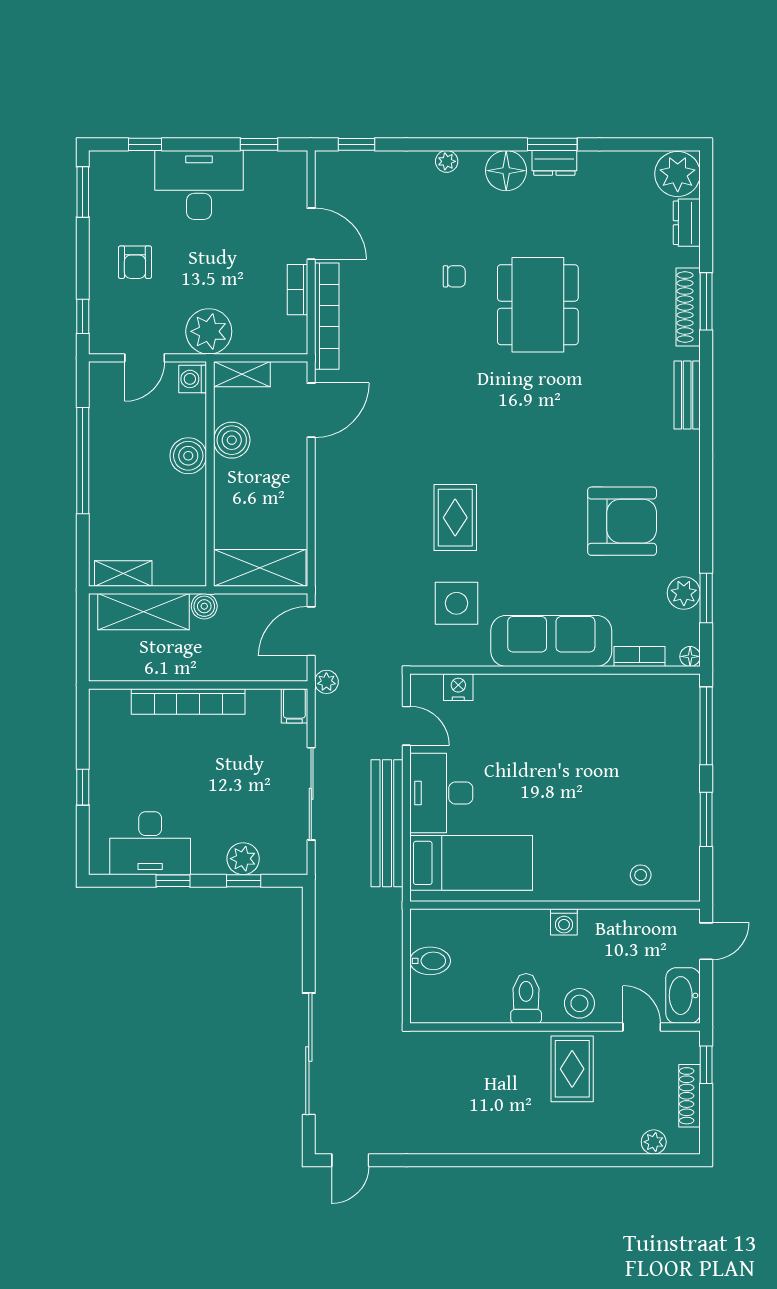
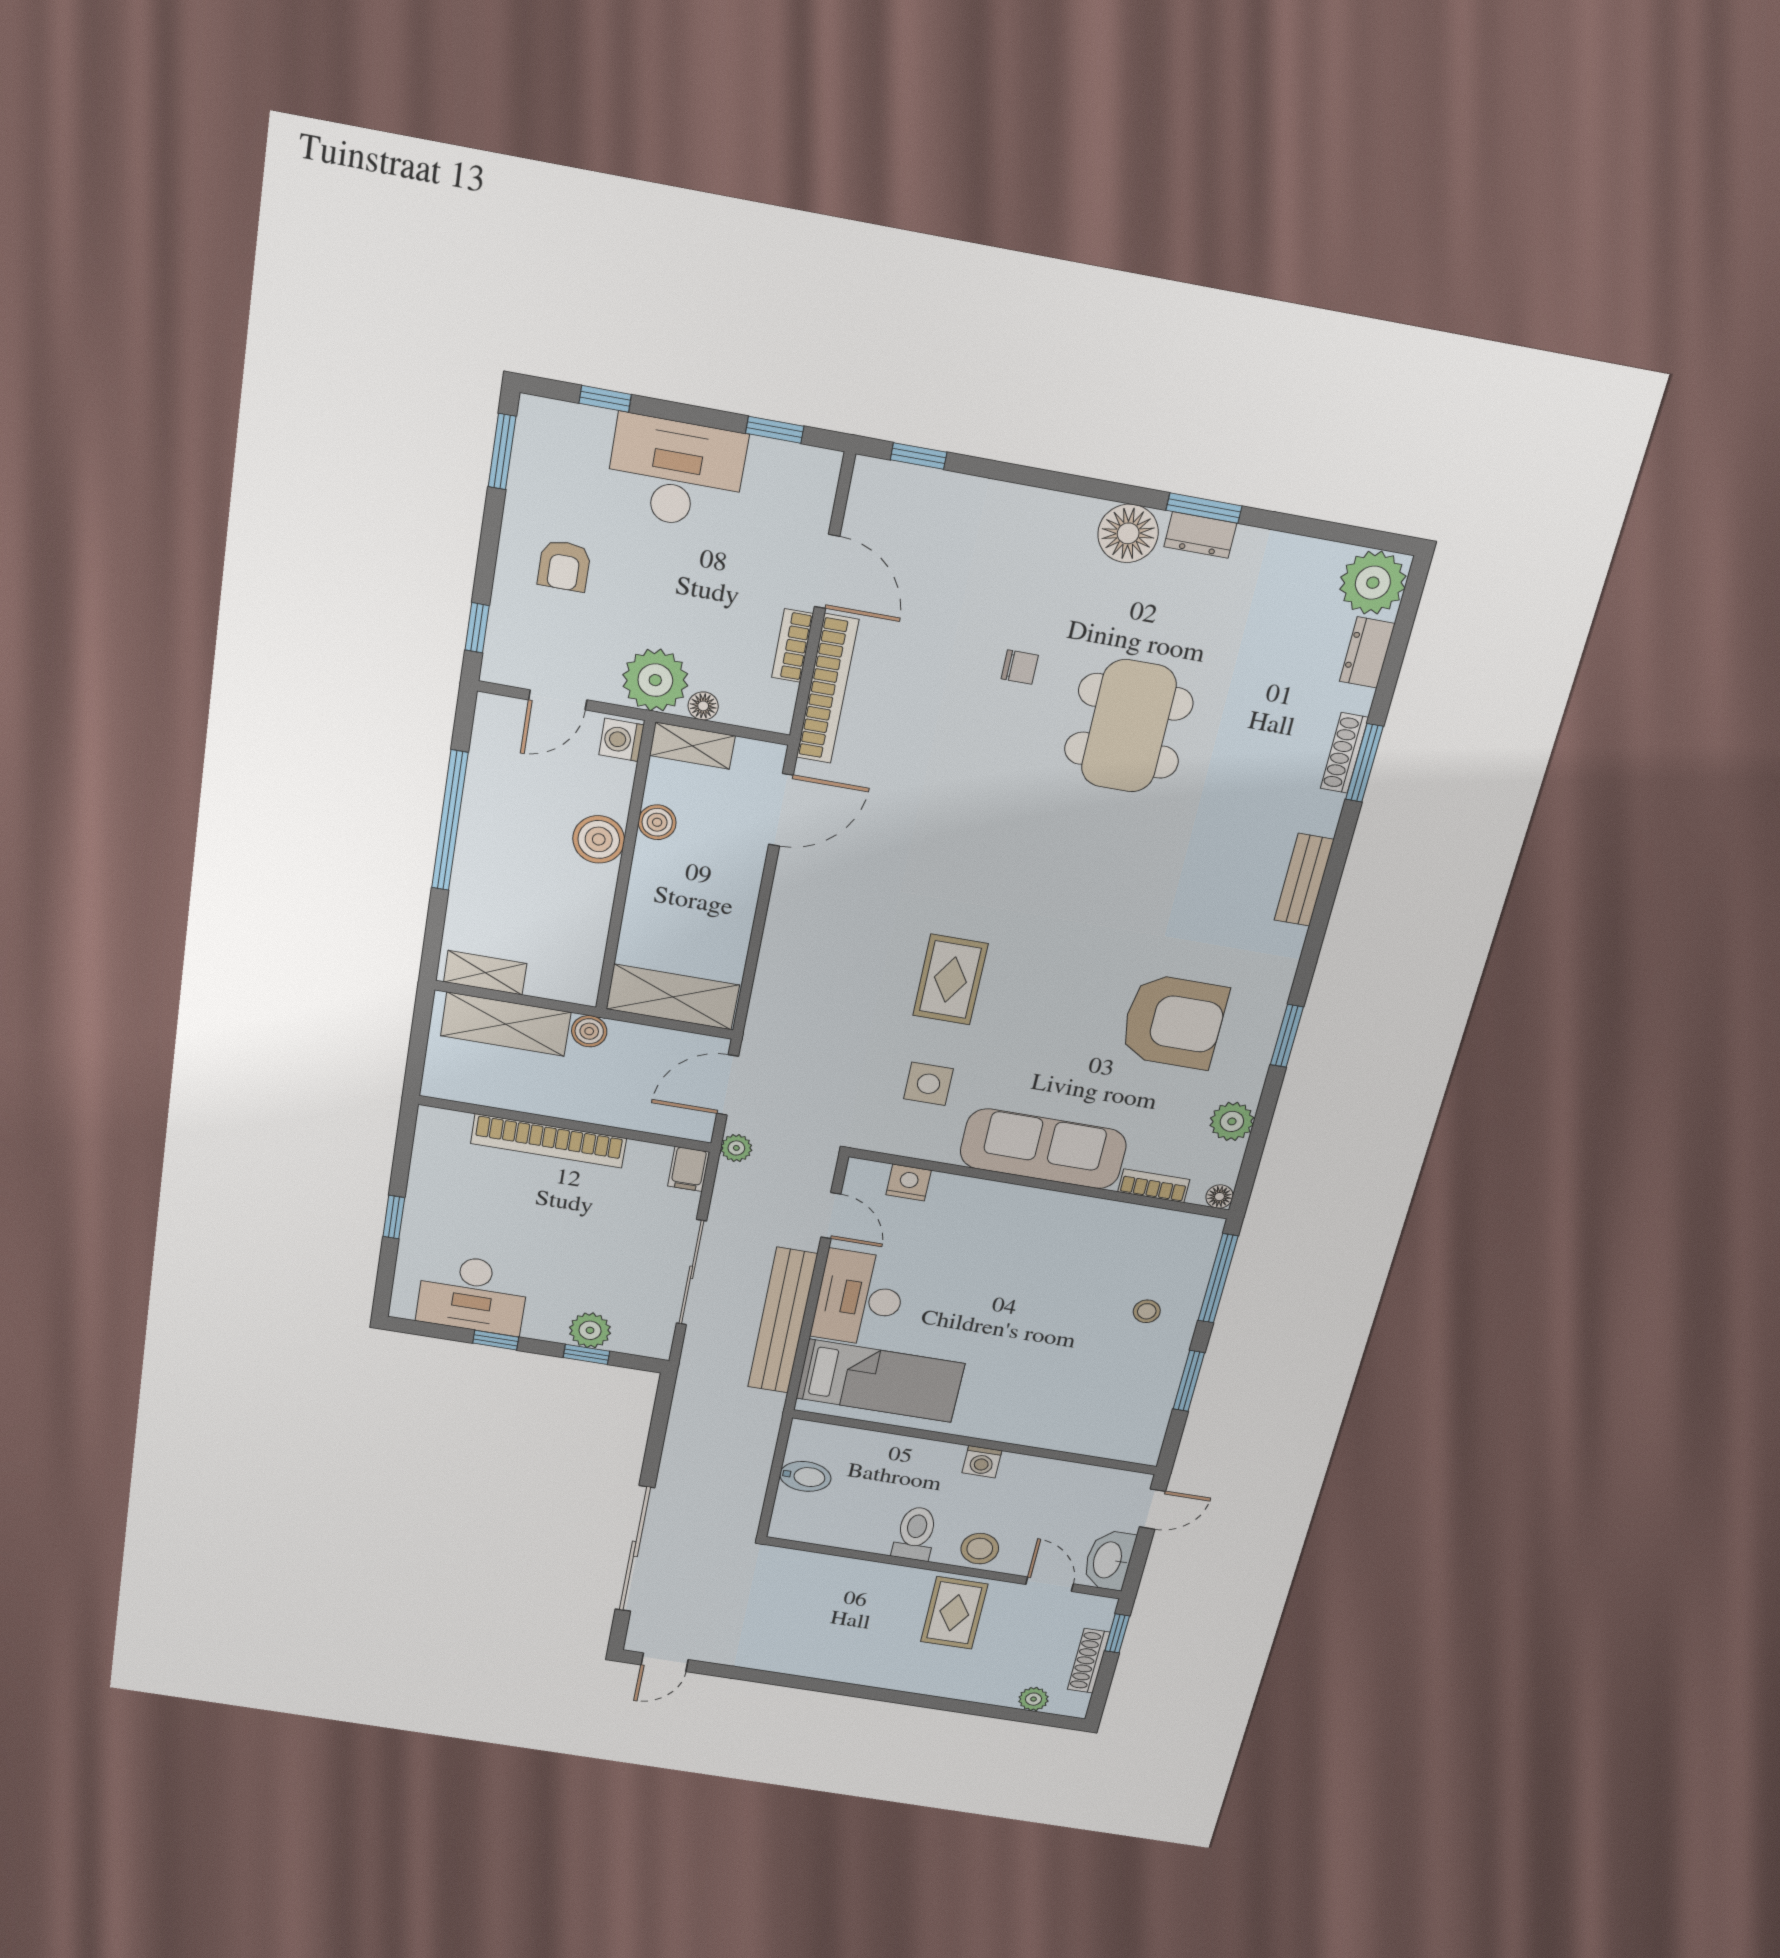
plant: (447, 161) -> (1045, 505), removed
shoe rack: (688, 307) -> (1344, 753), width x0.74, depth x0.81
floor lamp: (244, 344) -> (703, 706), added
boiler: (232, 440) -> (657, 822), width x0.73, depth x0.73
window: (706, 598) -> (1287, 1036), moved
side table: (456, 603) -> (929, 1084), width x0.73, depth x0.73
stool: (641, 875) -> (1147, 1311), moved

